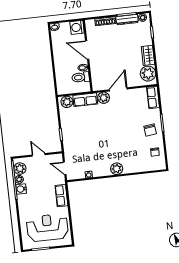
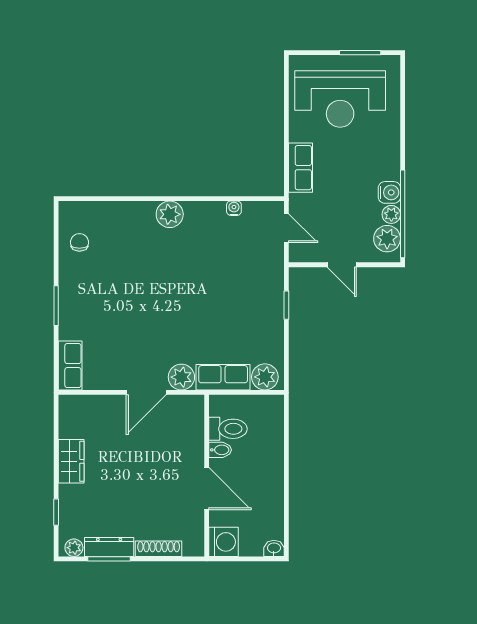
plant: (148, 74) -> (76, 420), removed
chair: (150, 130) -> (85, 293), removed

